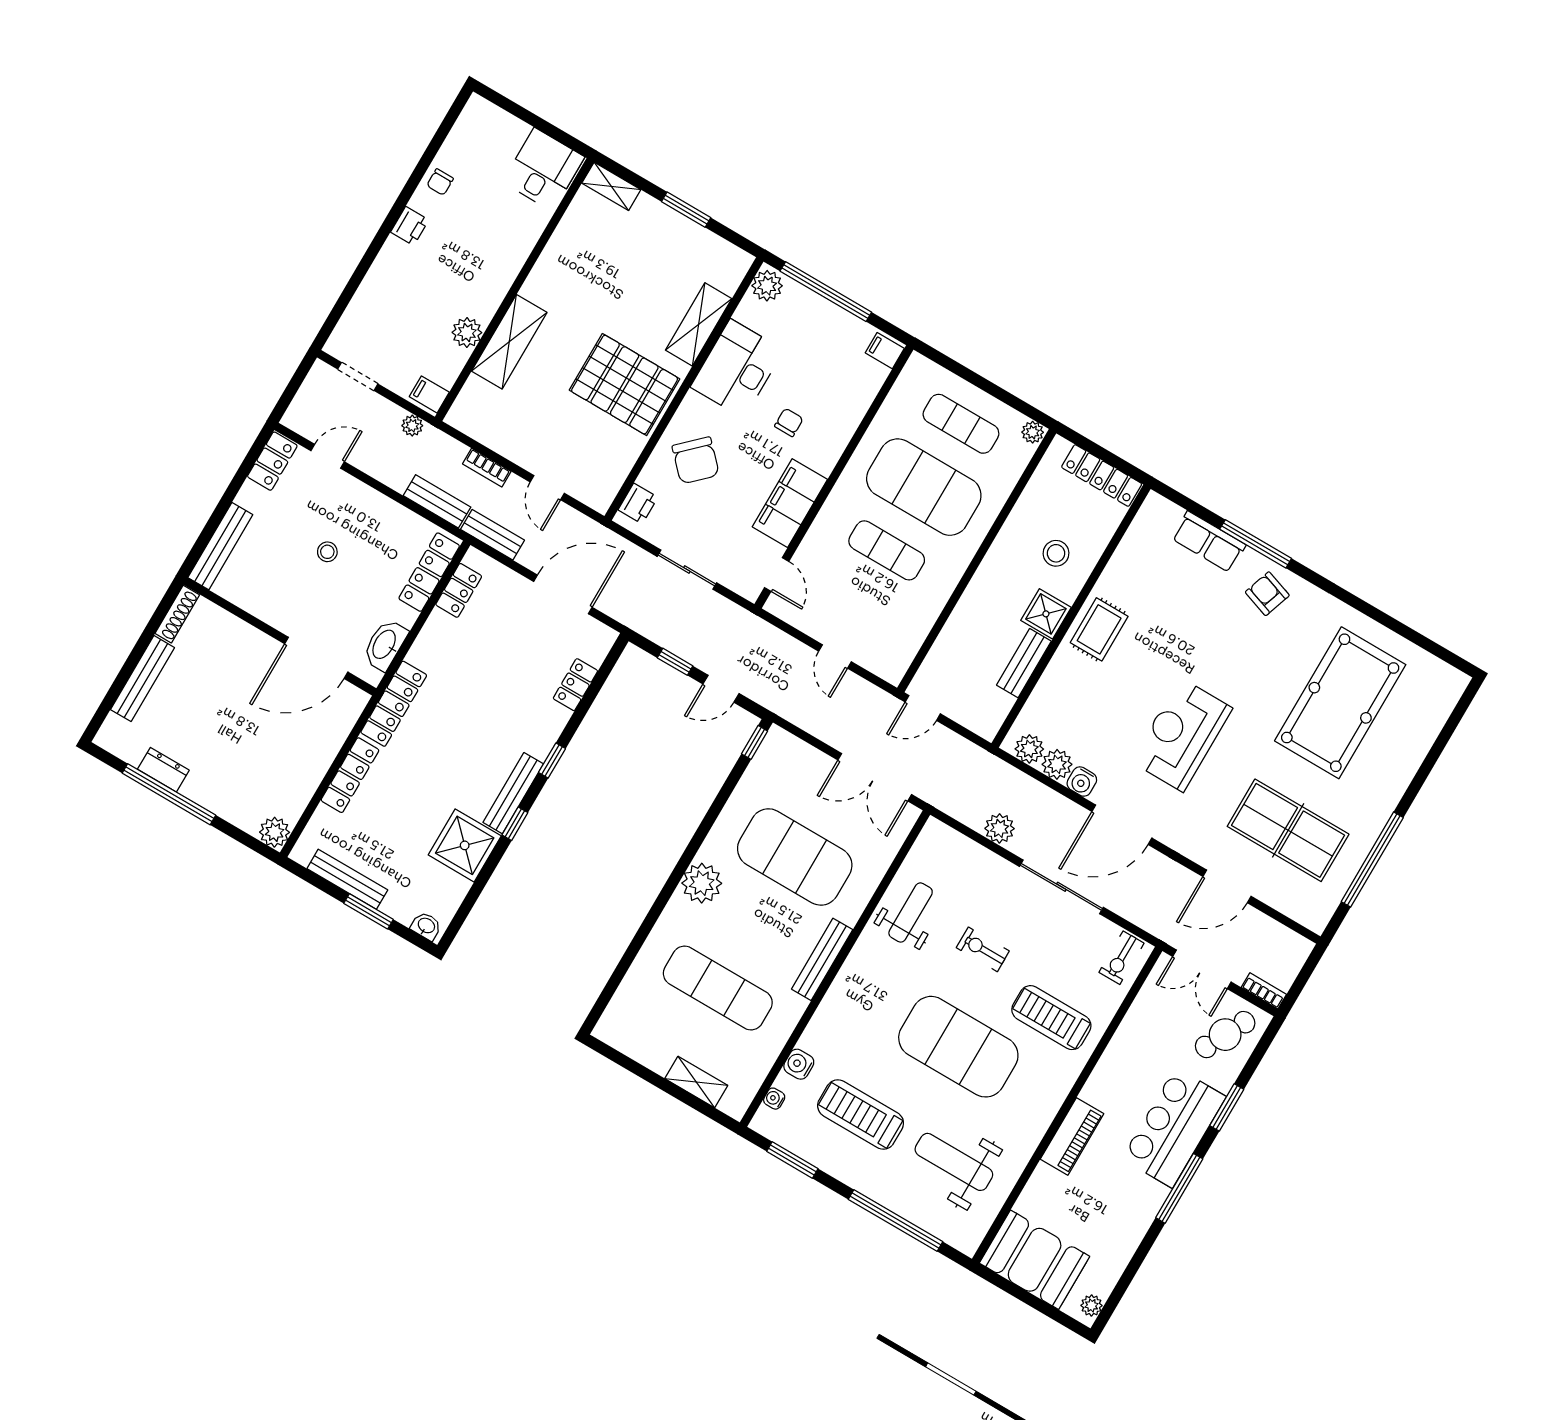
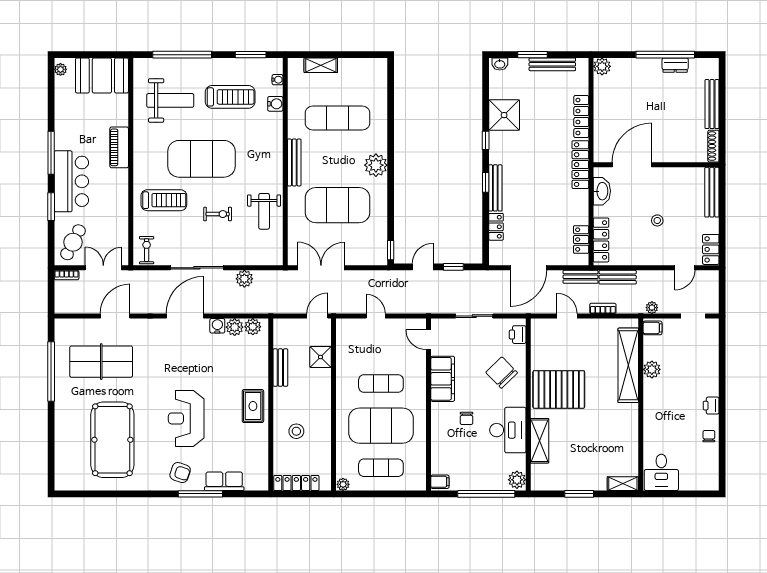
shelving: (509, 342) -> (628, 365), width x1.47
shower: (1046, 614) -> (320, 357), moved
reception desk: (1182, 735) -> (186, 418), moved, turned 180
bench: (513, 793) -> (495, 188), moved

